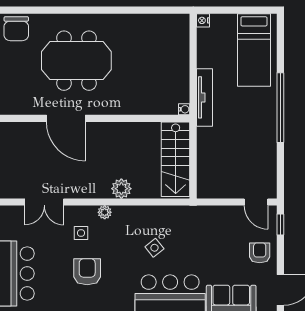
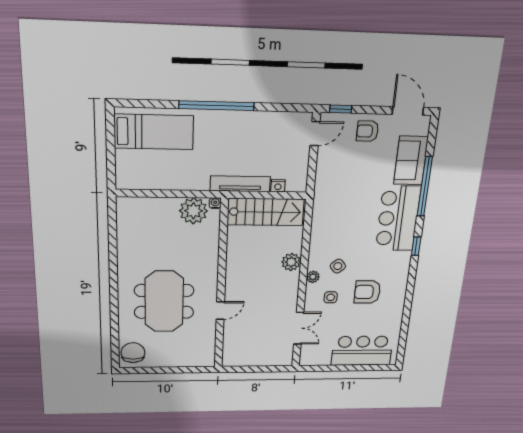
nightstand: (203, 20) -> (278, 186), moved
chair: (16, 29) -> (133, 353), turned -90
plant: (176, 88) -> (193, 211), added
tv unit: (204, 97) -> (240, 184), moved
door: (66, 118) -> (220, 311), width x0.53
side table: (154, 248) -> (338, 266), moved

